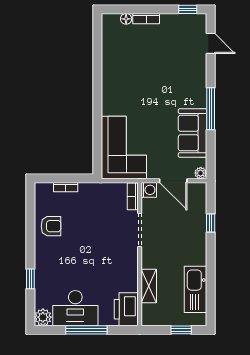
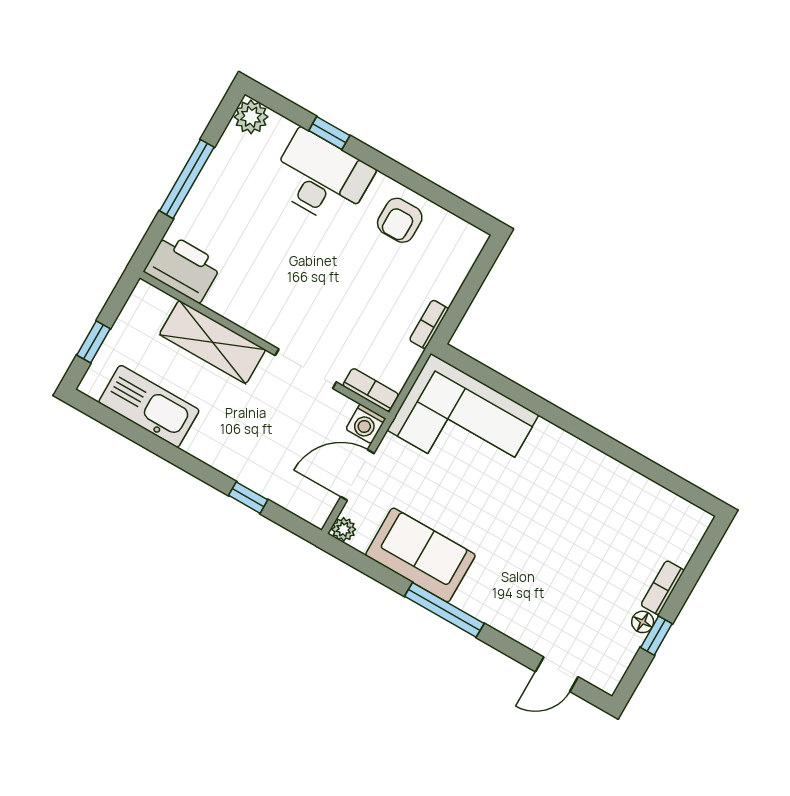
window: (188, 9) -> (656, 636), moved
floor lamp: (126, 19) -> (643, 622), moved
bookcase: (66, 187) -> (429, 324), moved
shelving: (149, 286) -> (212, 342), width x1.50, depth x1.33
desk: (75, 308) -> (321, 178), moved, turned 90

